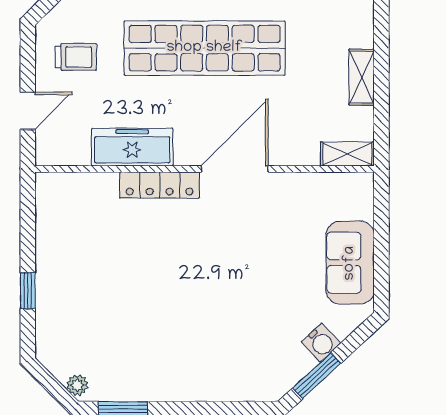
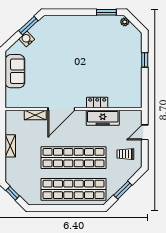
shelving: (347, 154) -> (35, 115), moved
locker: (160, 185) -> (97, 103), width x0.66

